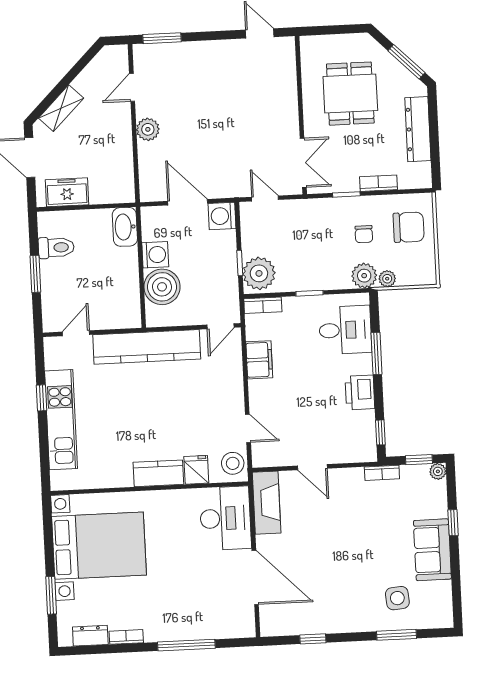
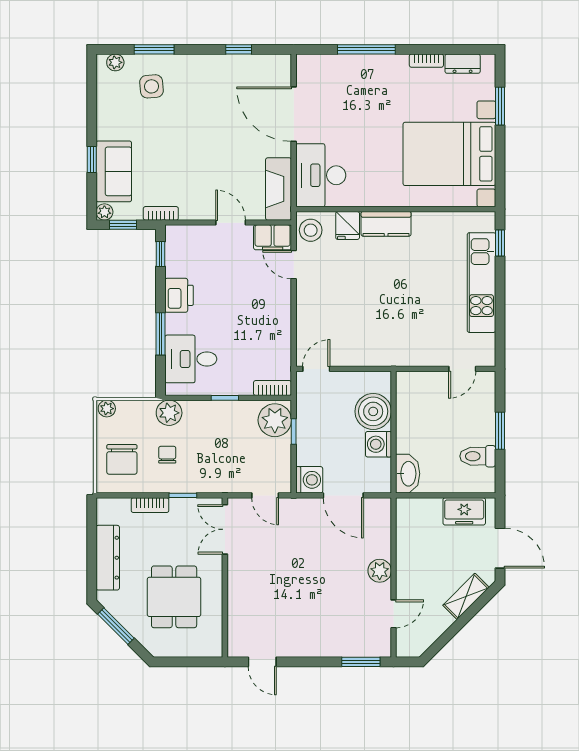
chair: (409, 227) -> (122, 459), turned -90
plant: (387, 279) -> (107, 409), moved
kitchen counter: (147, 347) -> (392, 352), removed
filing cabinet: (259, 360) -> (273, 237), moved, turned -90
window: (41, 398) -> (500, 243), moved
sofa: (432, 550) -> (114, 171), moved
plant: (434, 620) -> (115, 62), added

